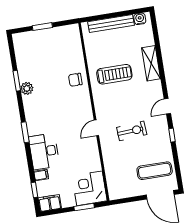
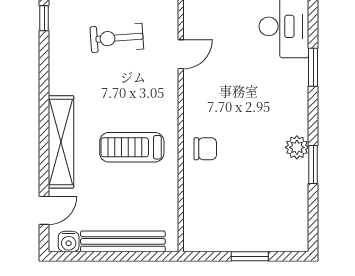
shelving: (151, 63) -> (61, 142), width x1.47
door: (167, 106) -> (44, 210), moved

